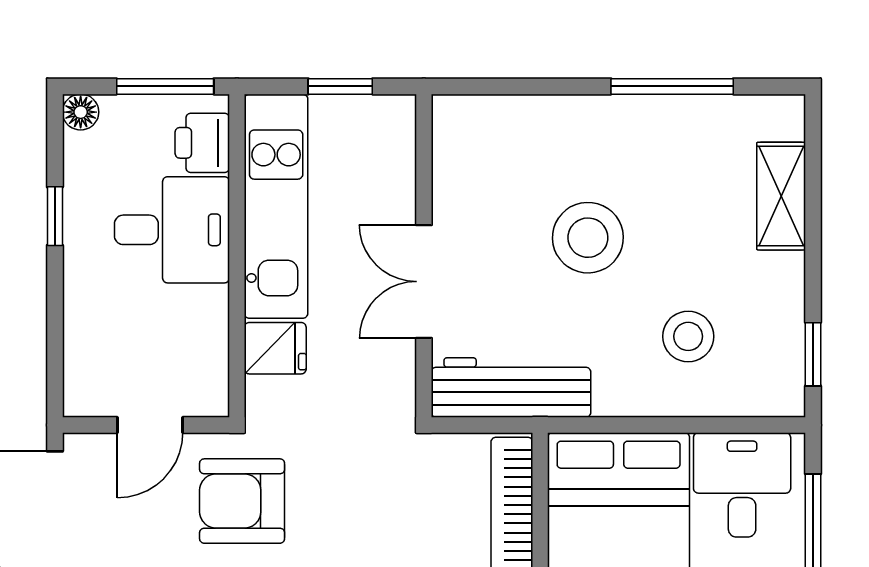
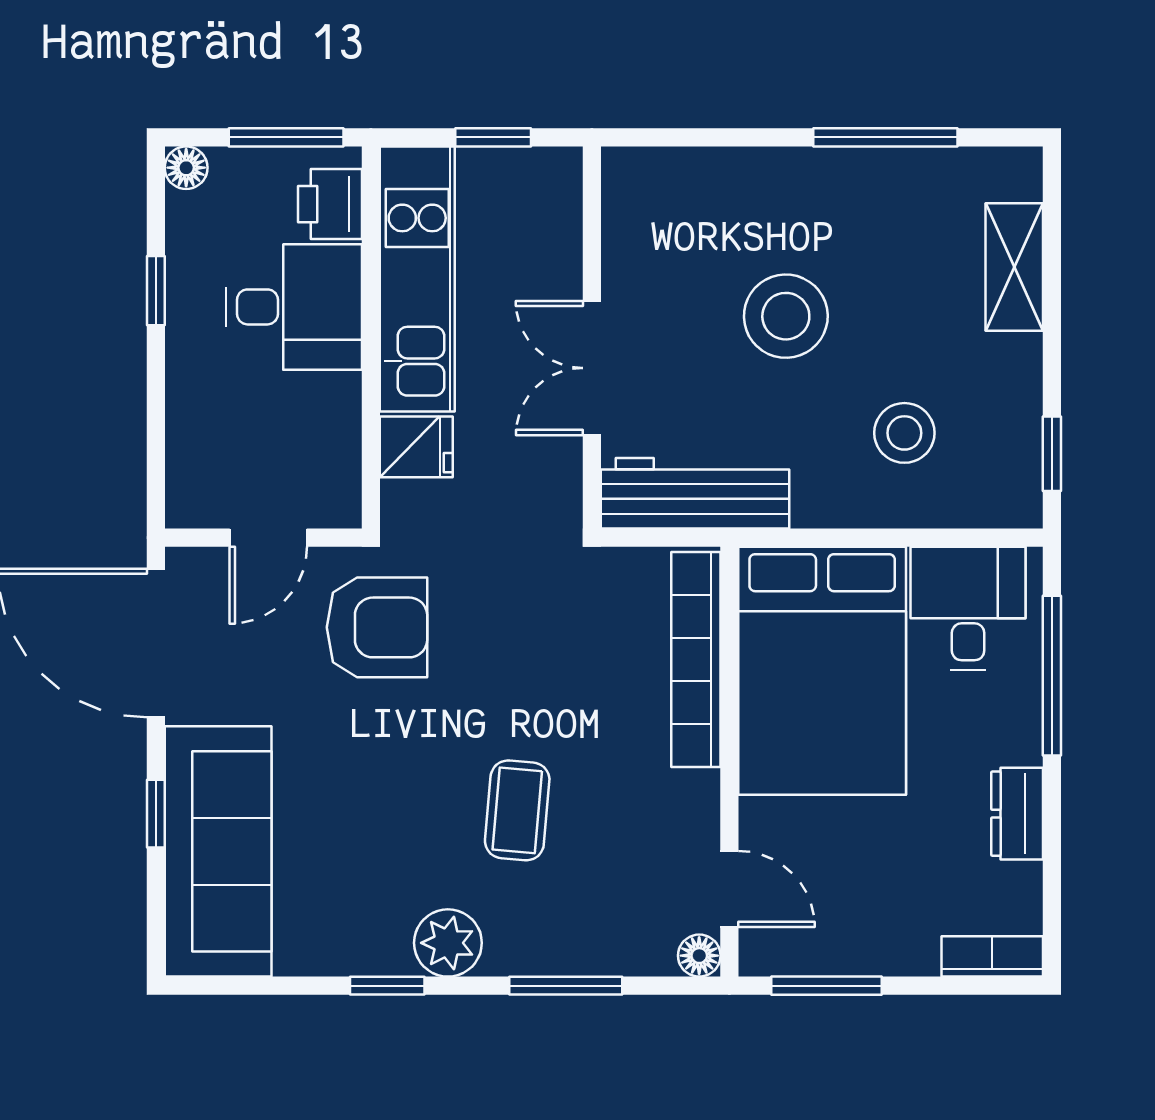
armchair: (242, 501) -> (377, 627), turned 180

